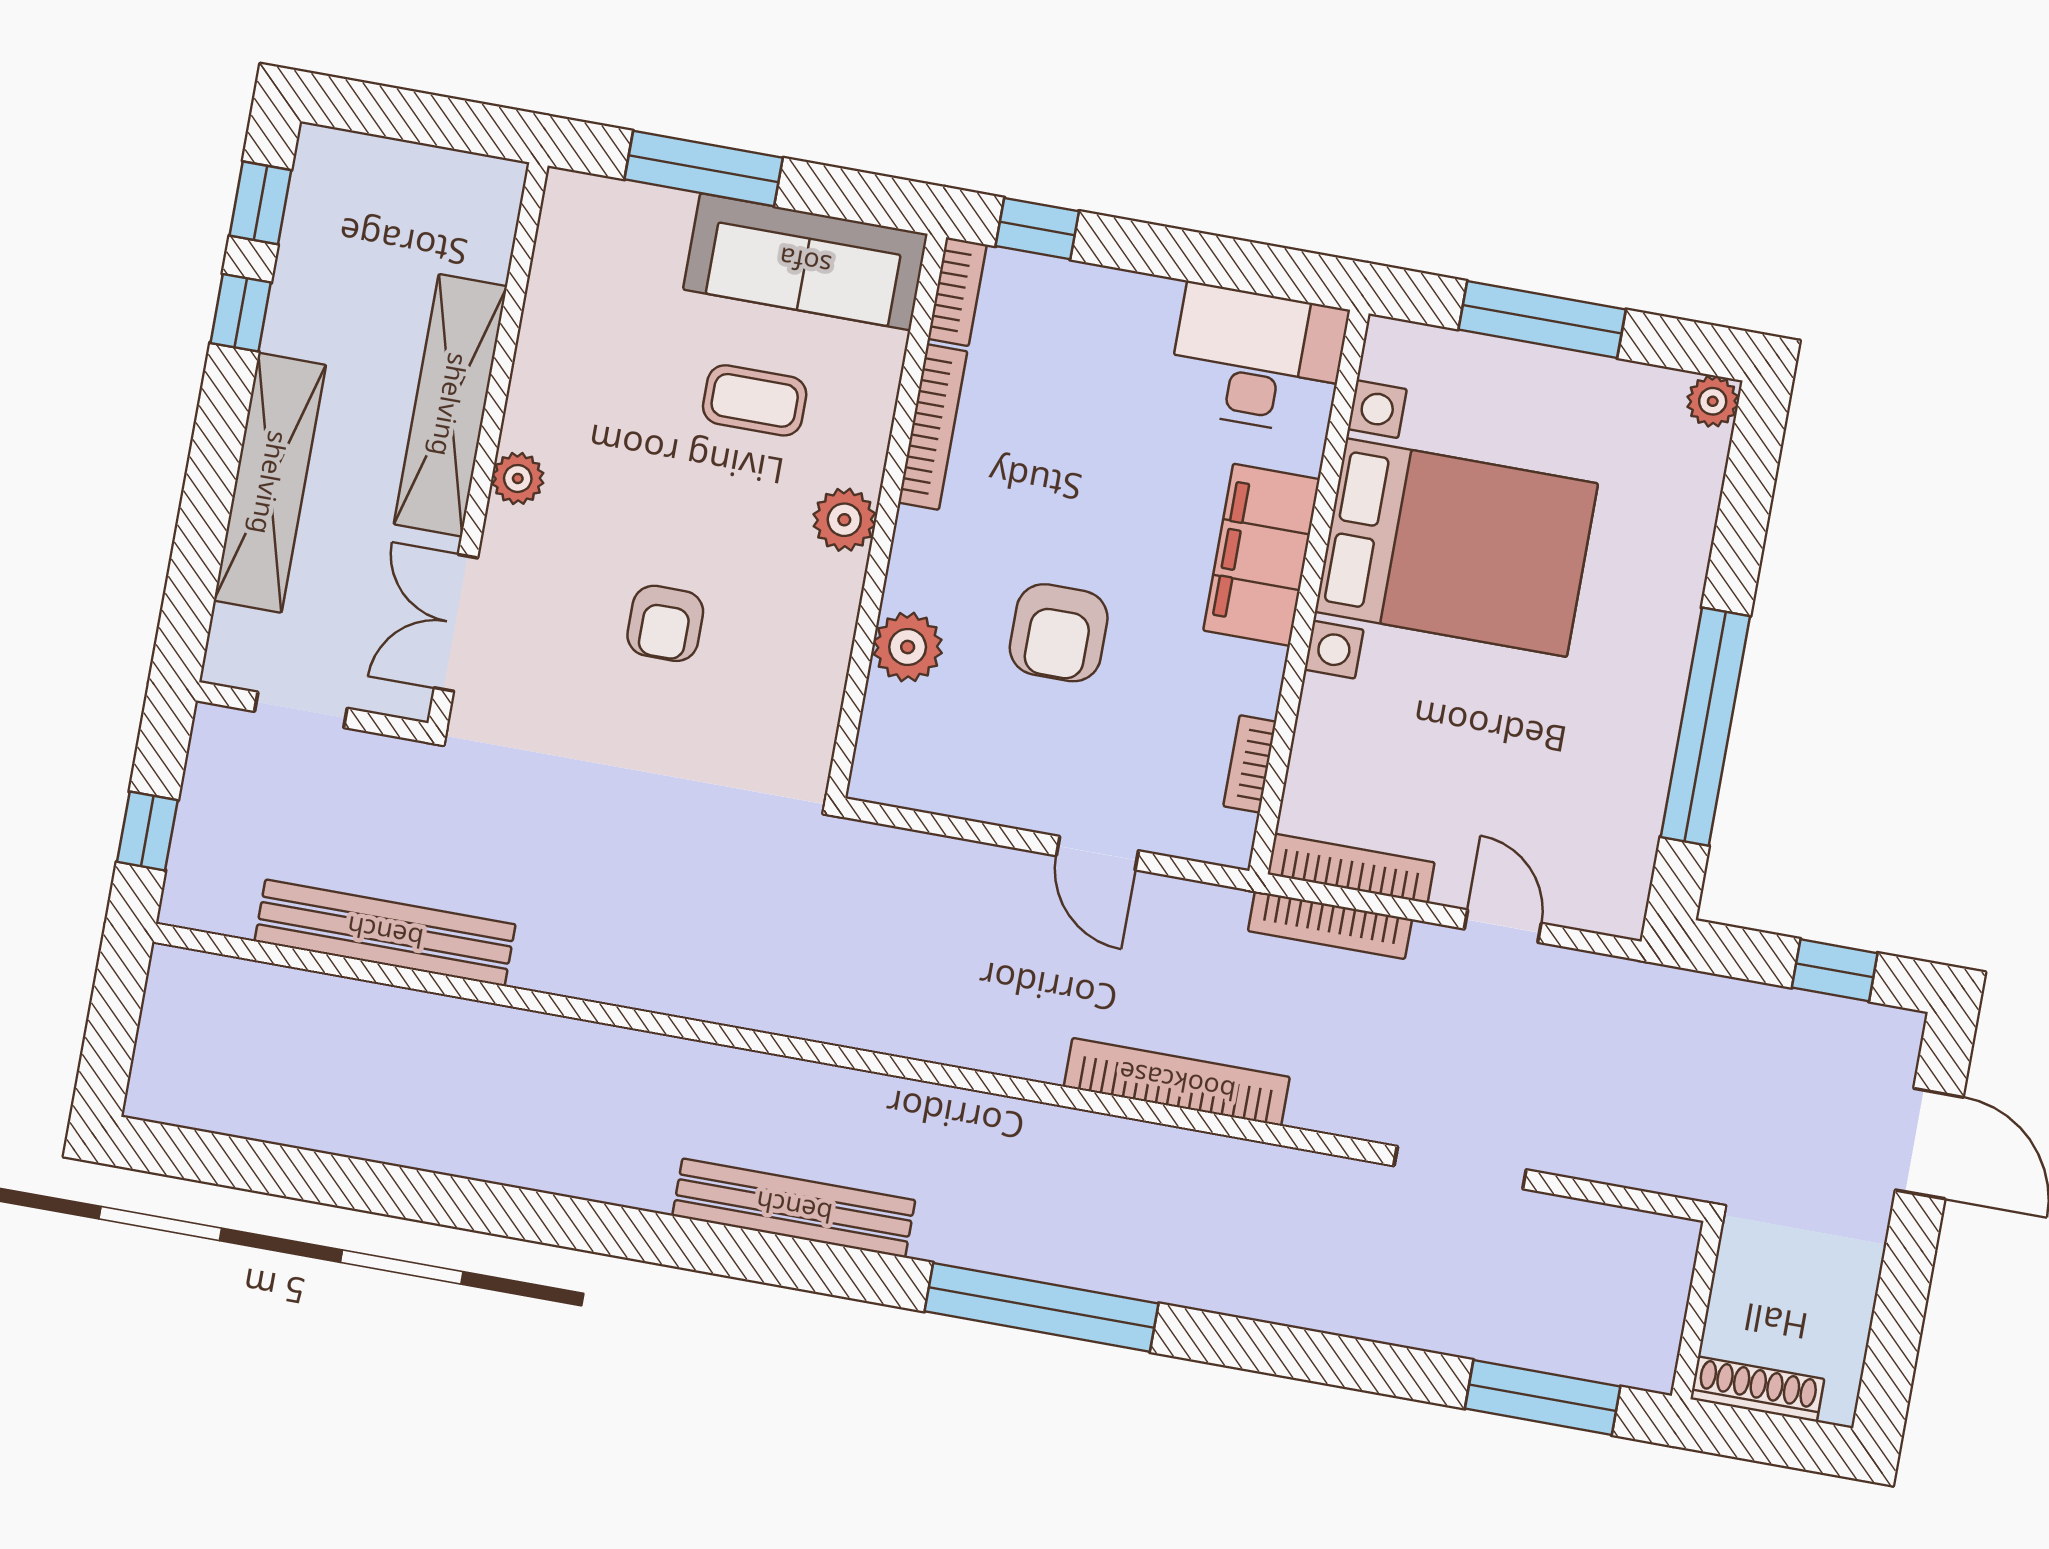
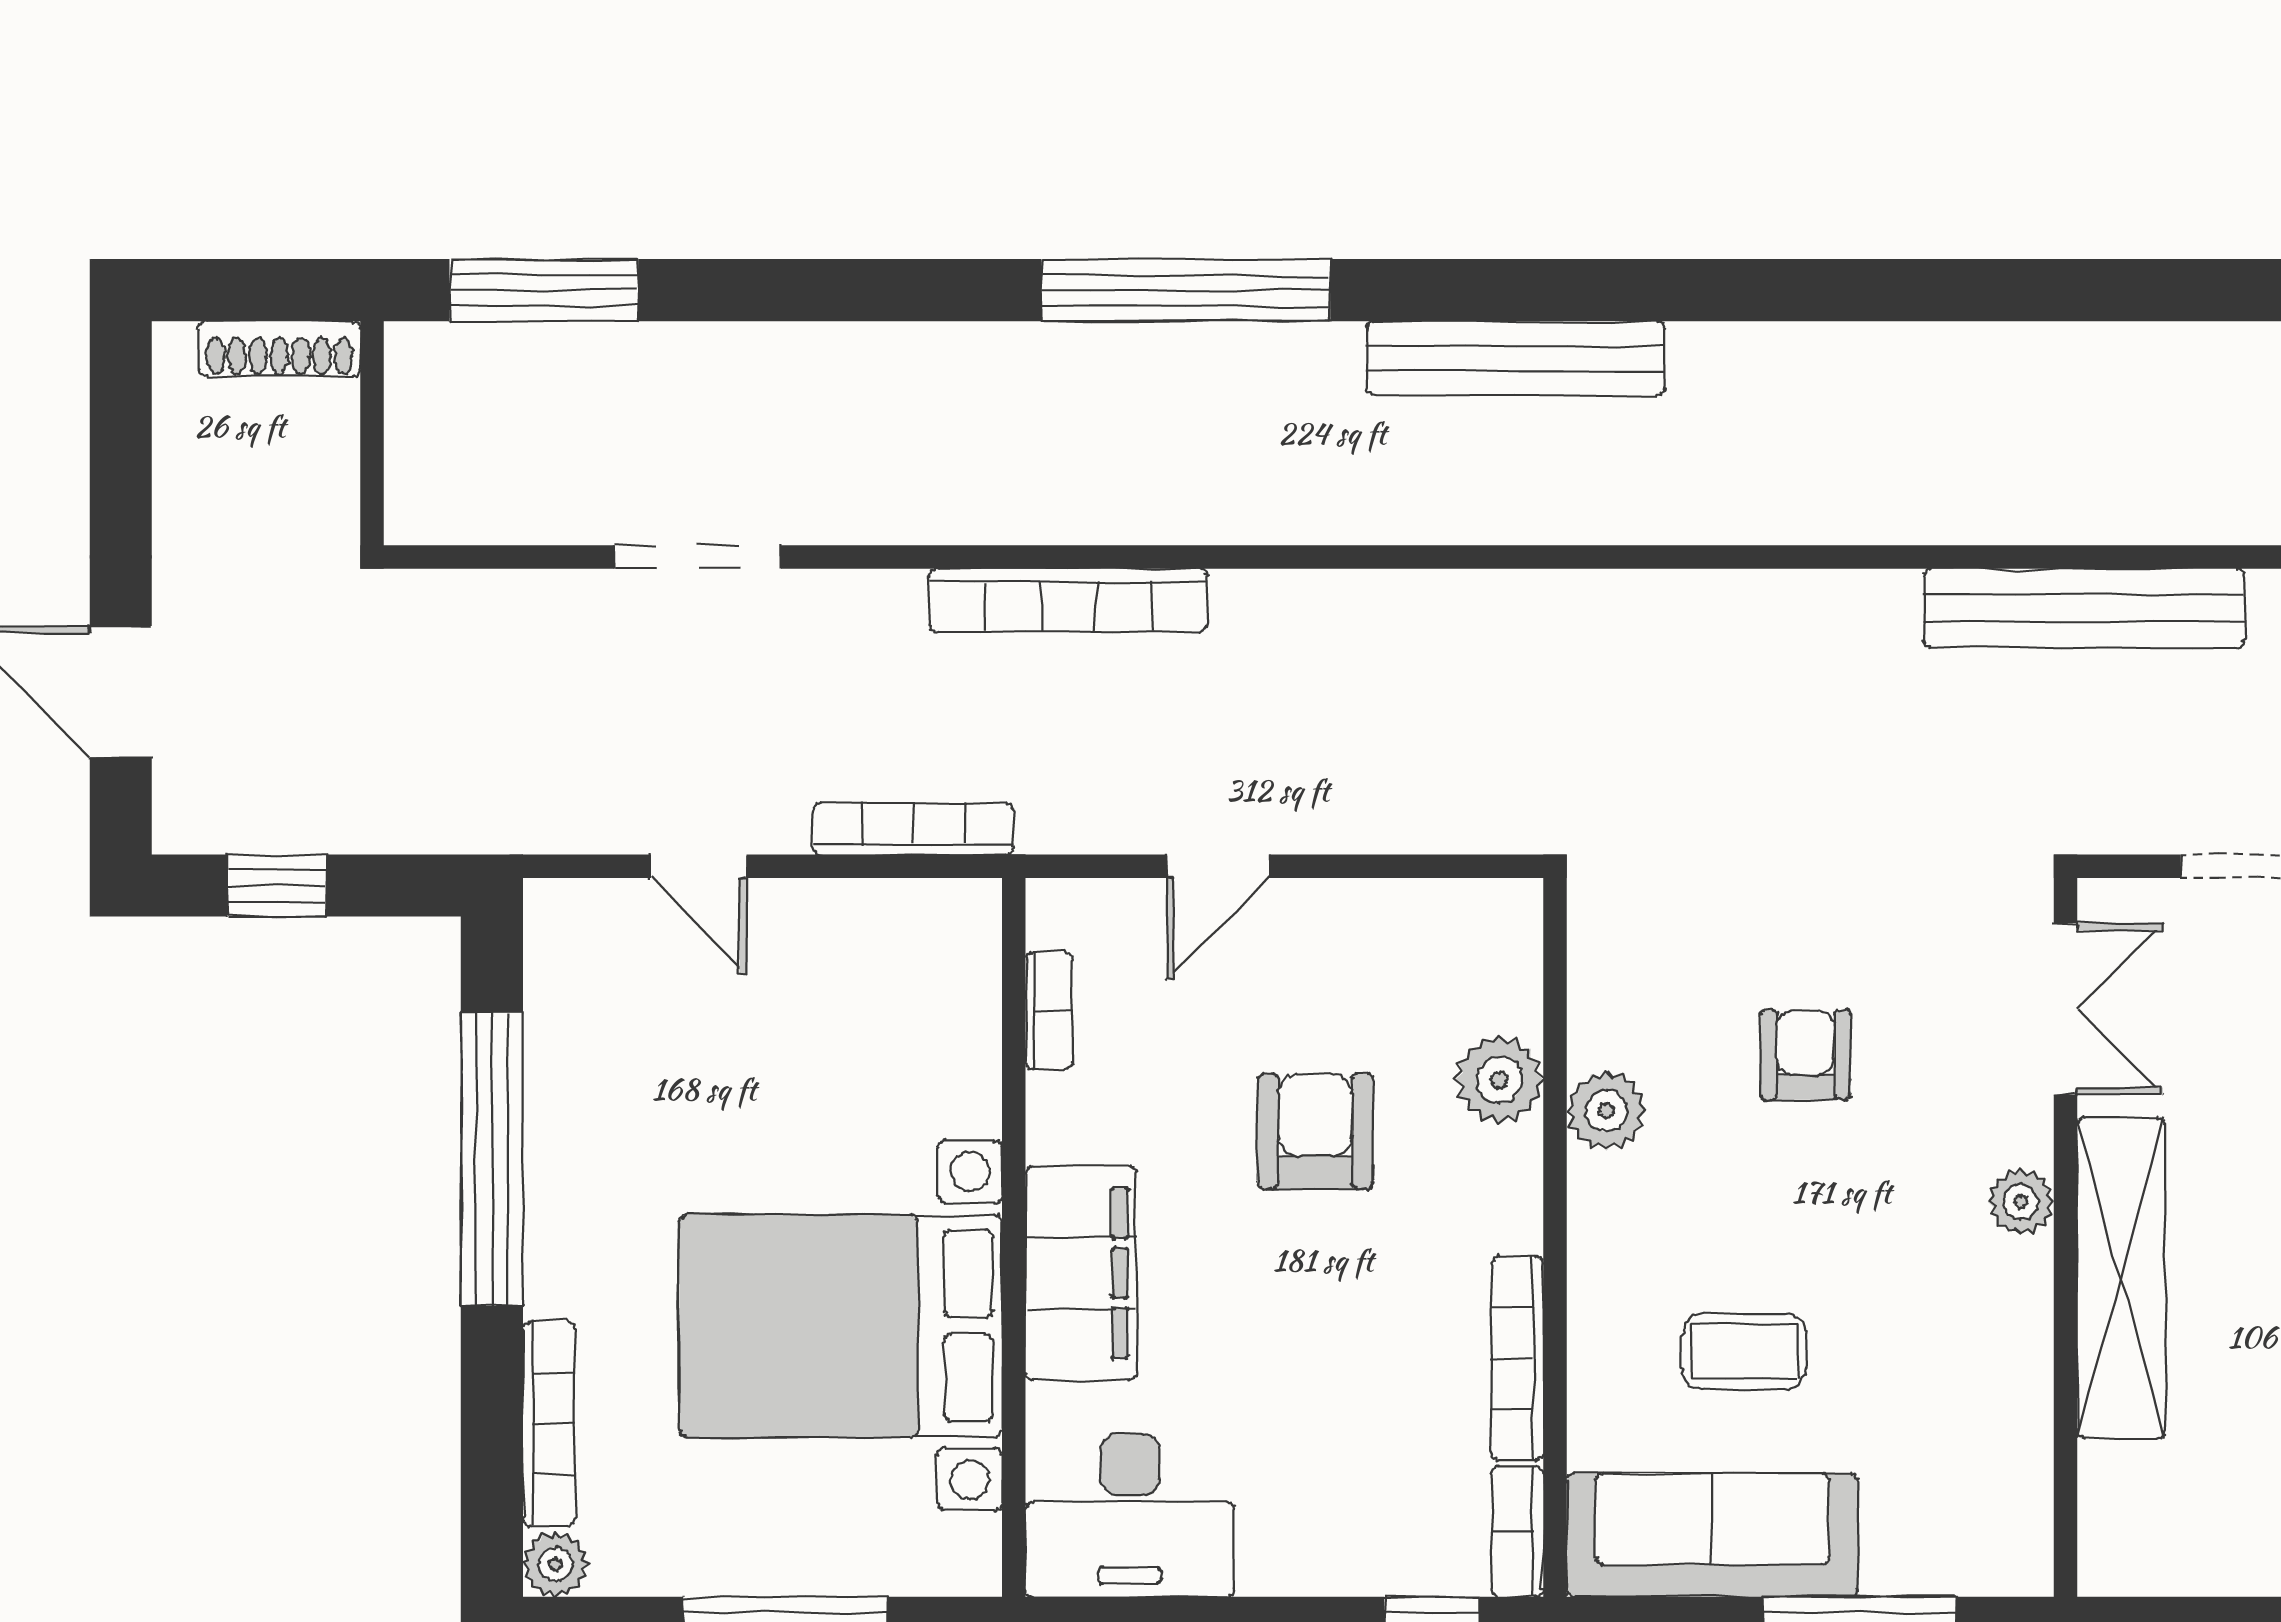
plant: (844, 520) -> (1606, 1111), moved
door: (1097, 853) -> (1218, 866), swing flipped
bookcase: (1351, 868) -> (549, 1423), moved, turned -90

